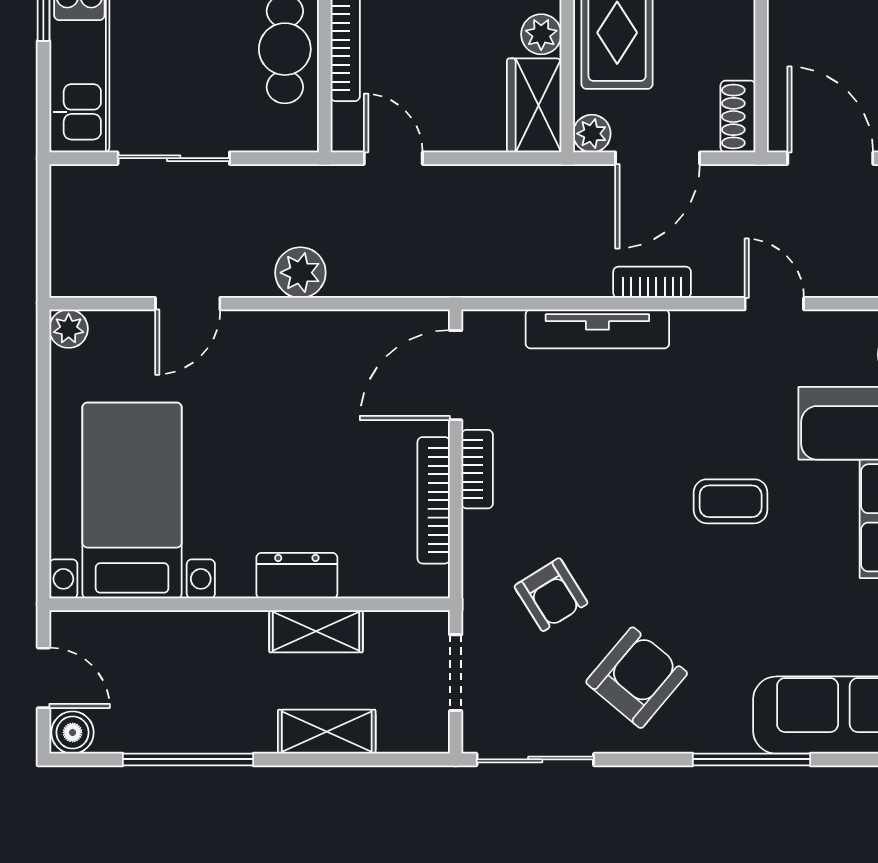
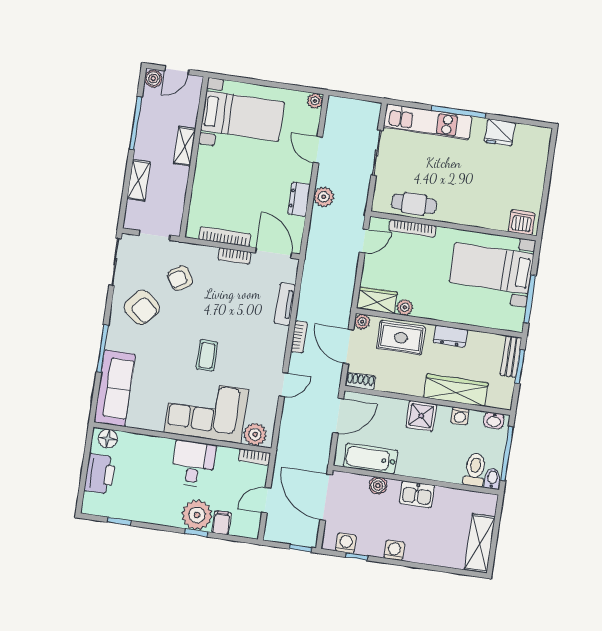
tv unit: (597, 329) -> (285, 304), width x0.71
dresser: (297, 576) -> (299, 199), moved, turned 180
shelving: (316, 631) -> (185, 146), moved

